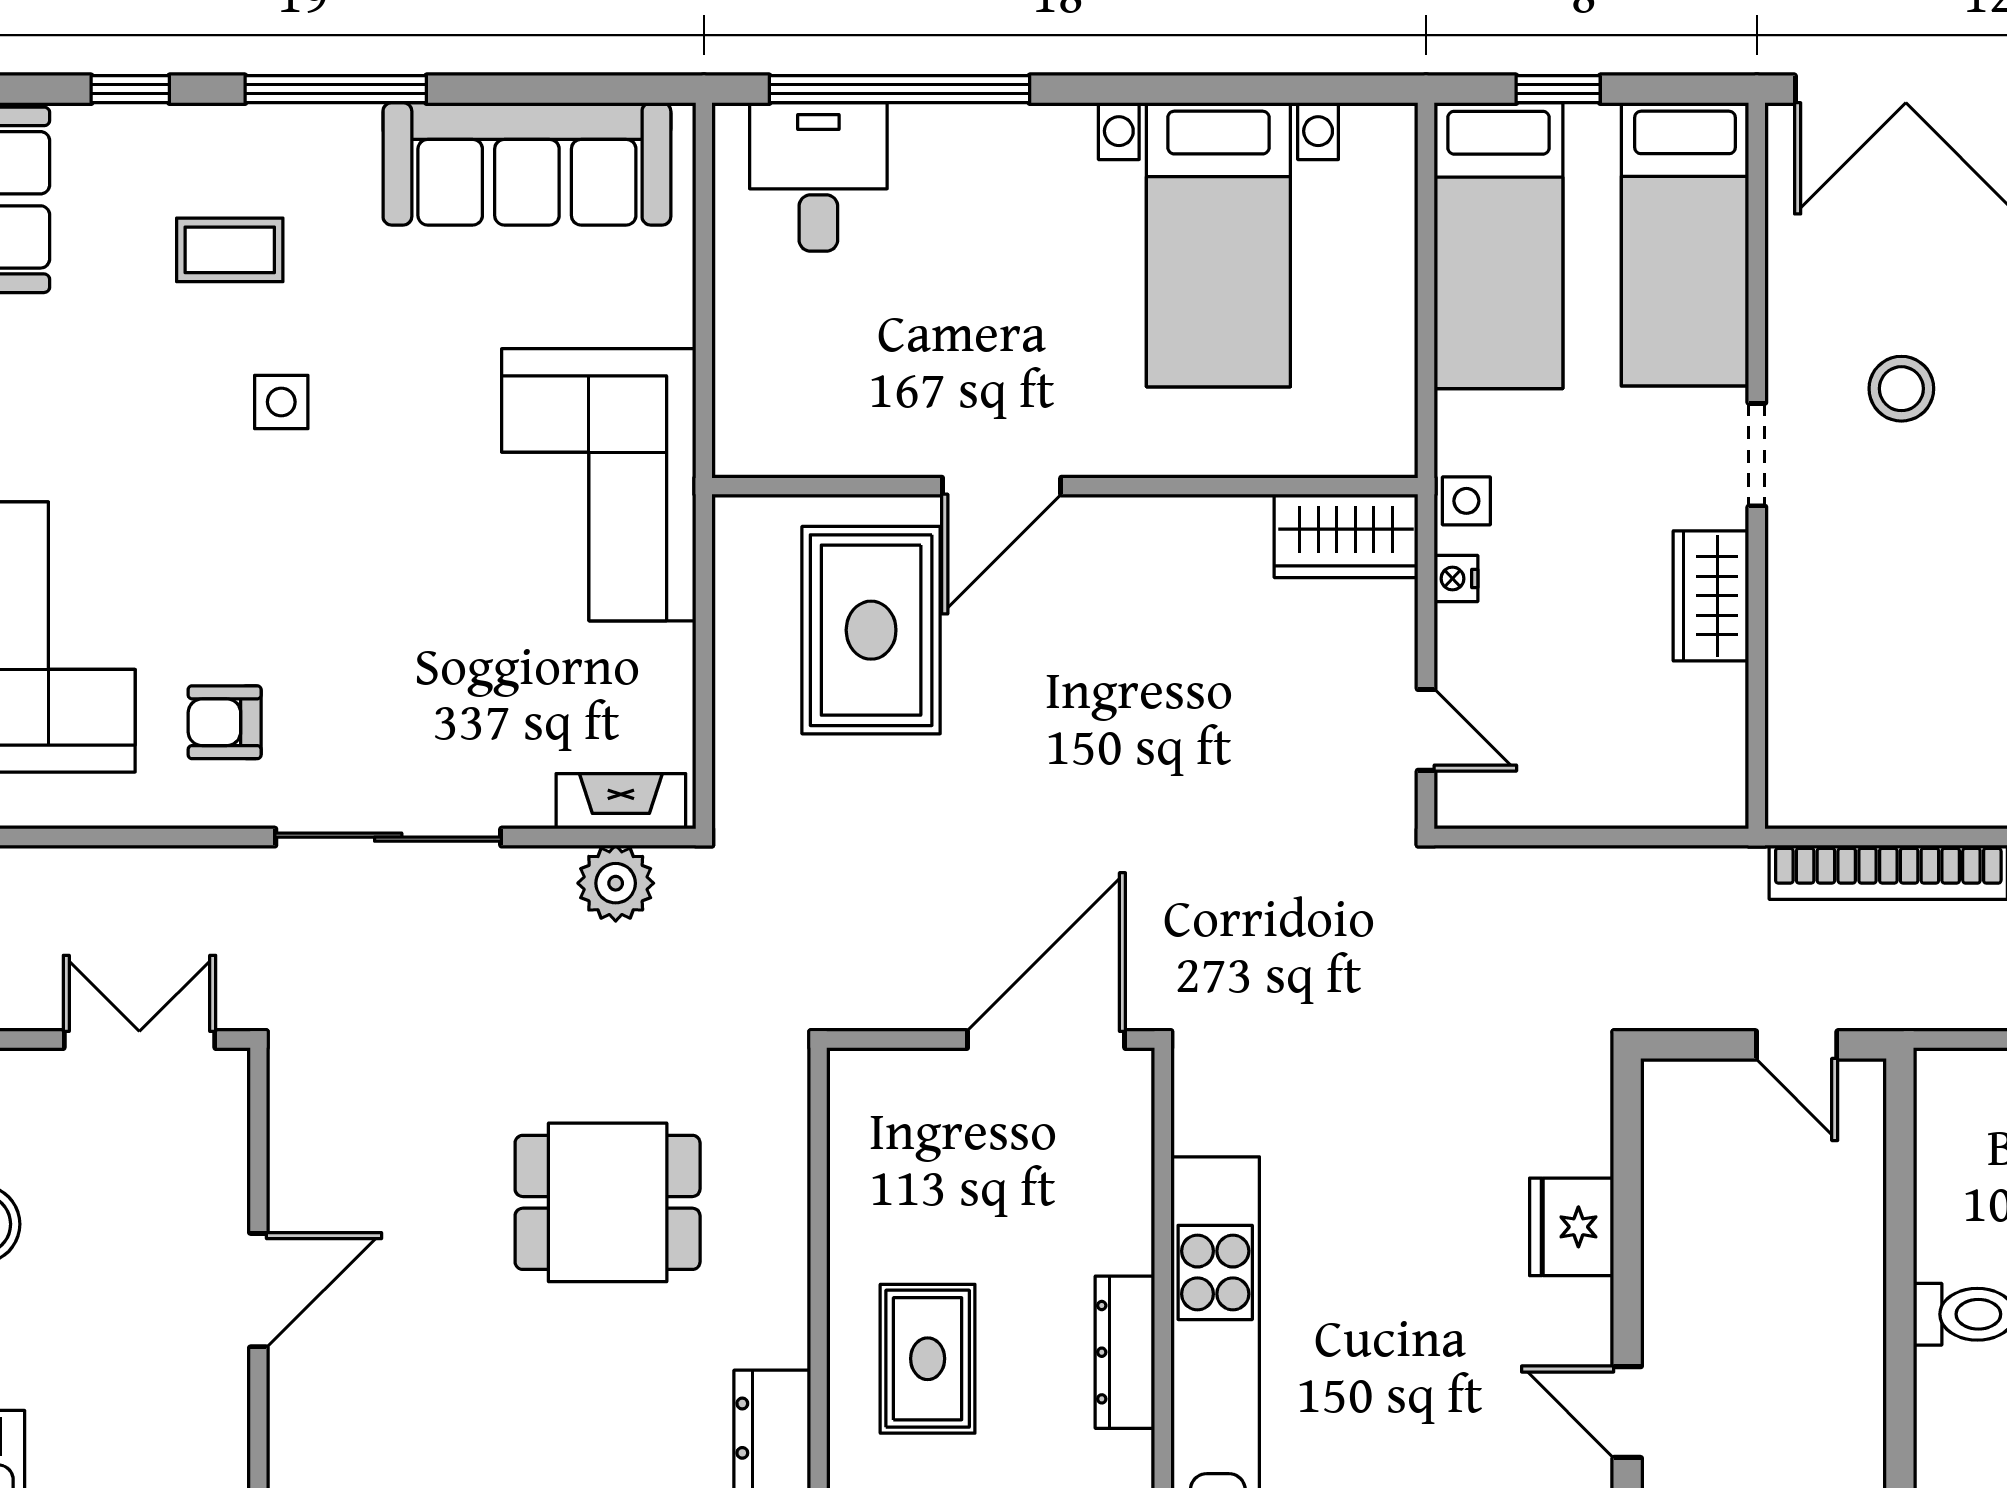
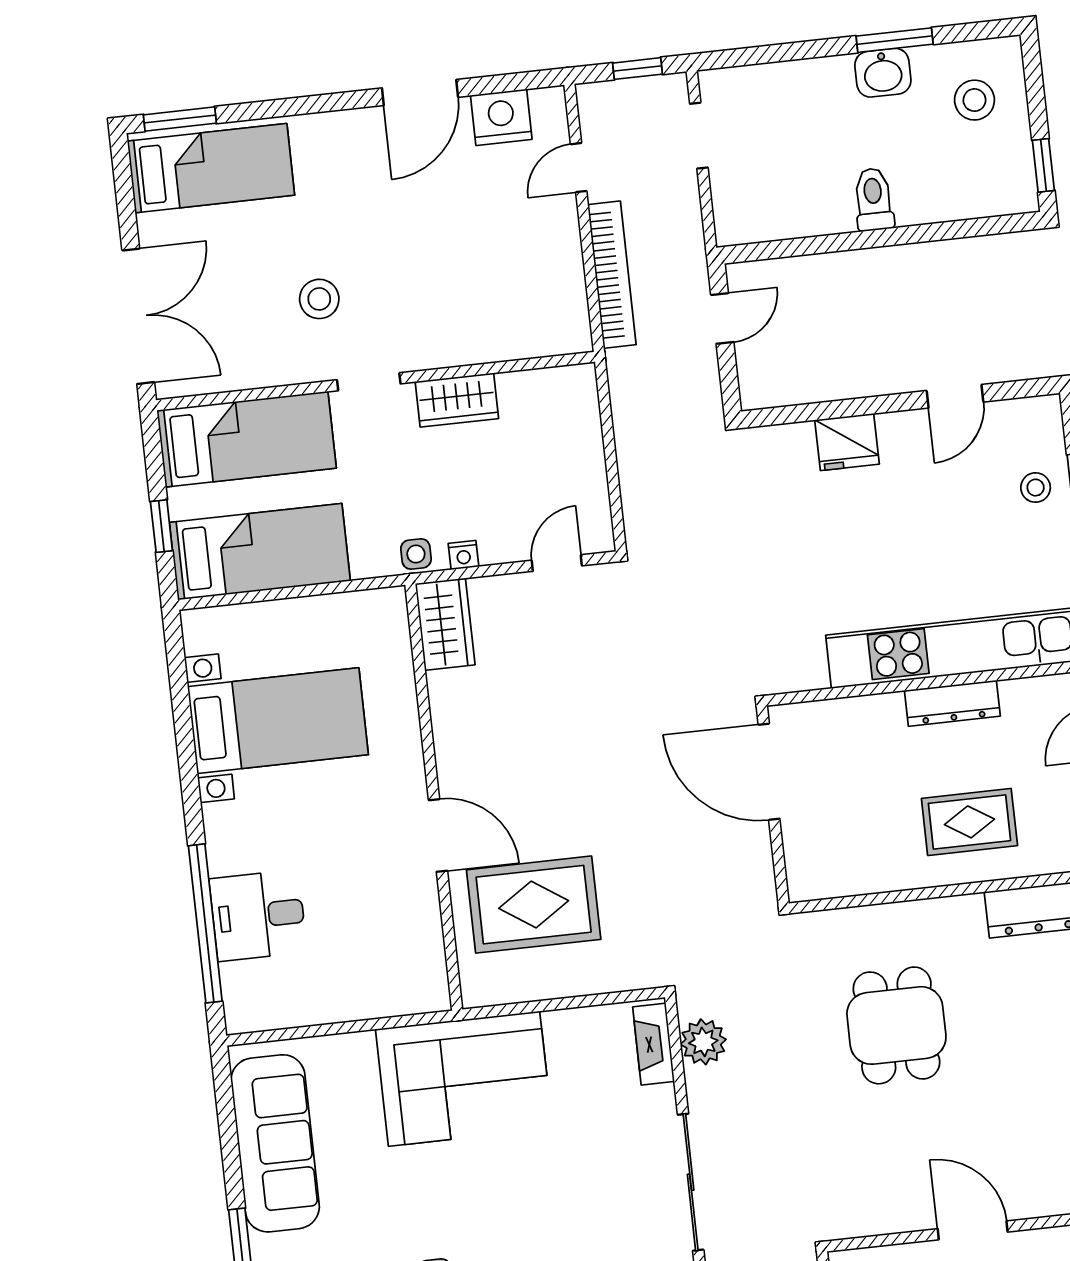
desk: (818, 177) -> (258, 915), moved

